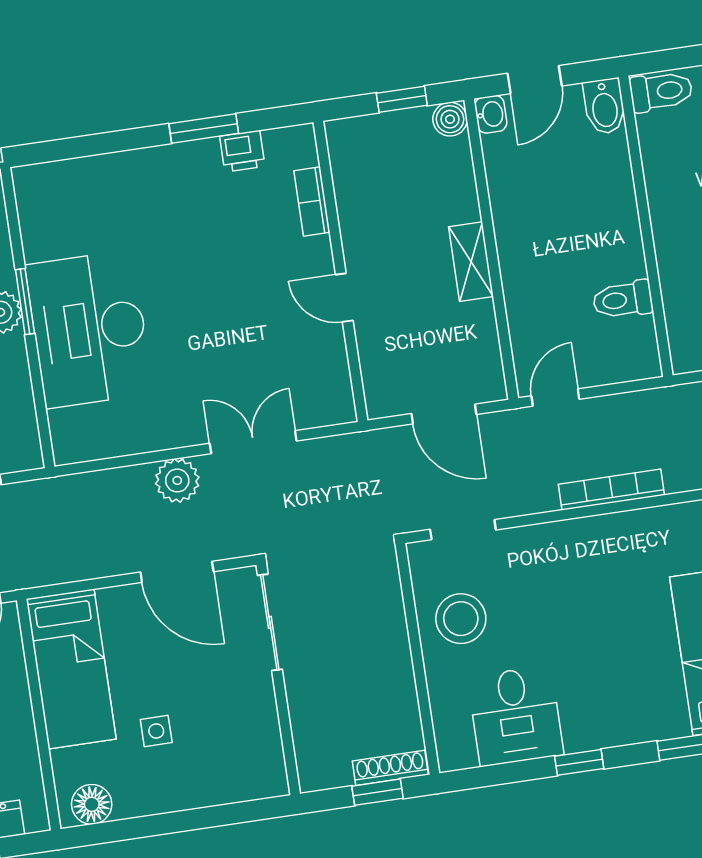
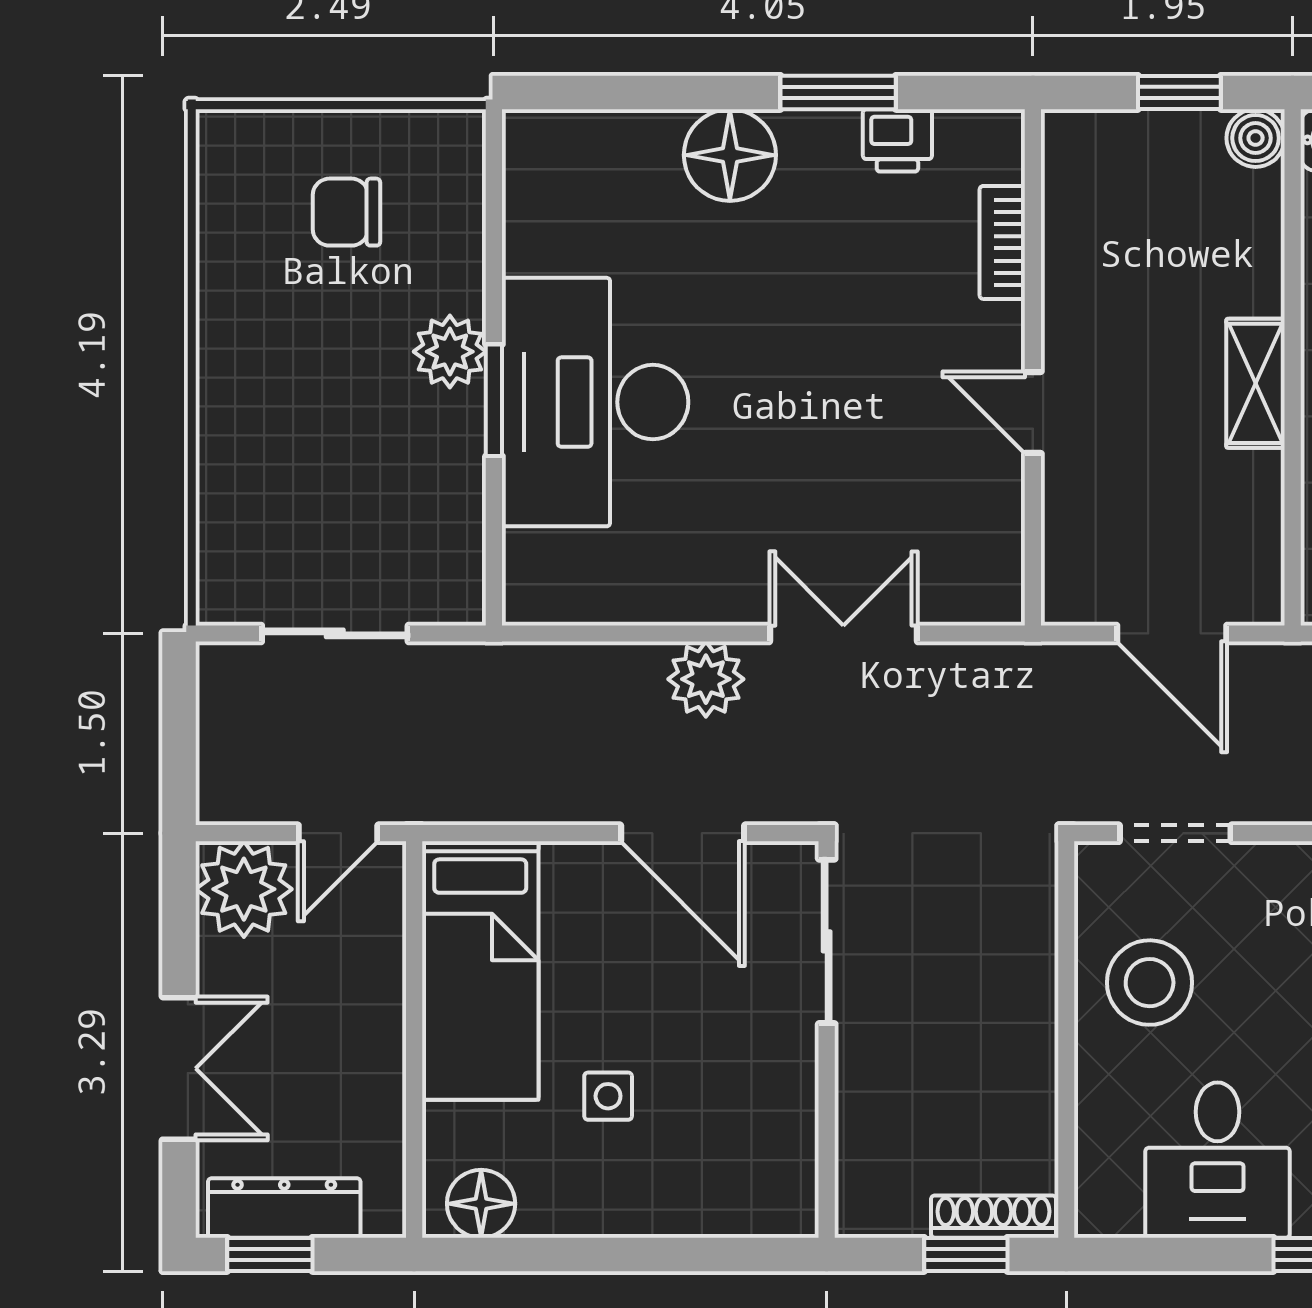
floor lamp: (146, 174) -> (730, 155), added
window: (25, 301) -> (494, 400), moved

